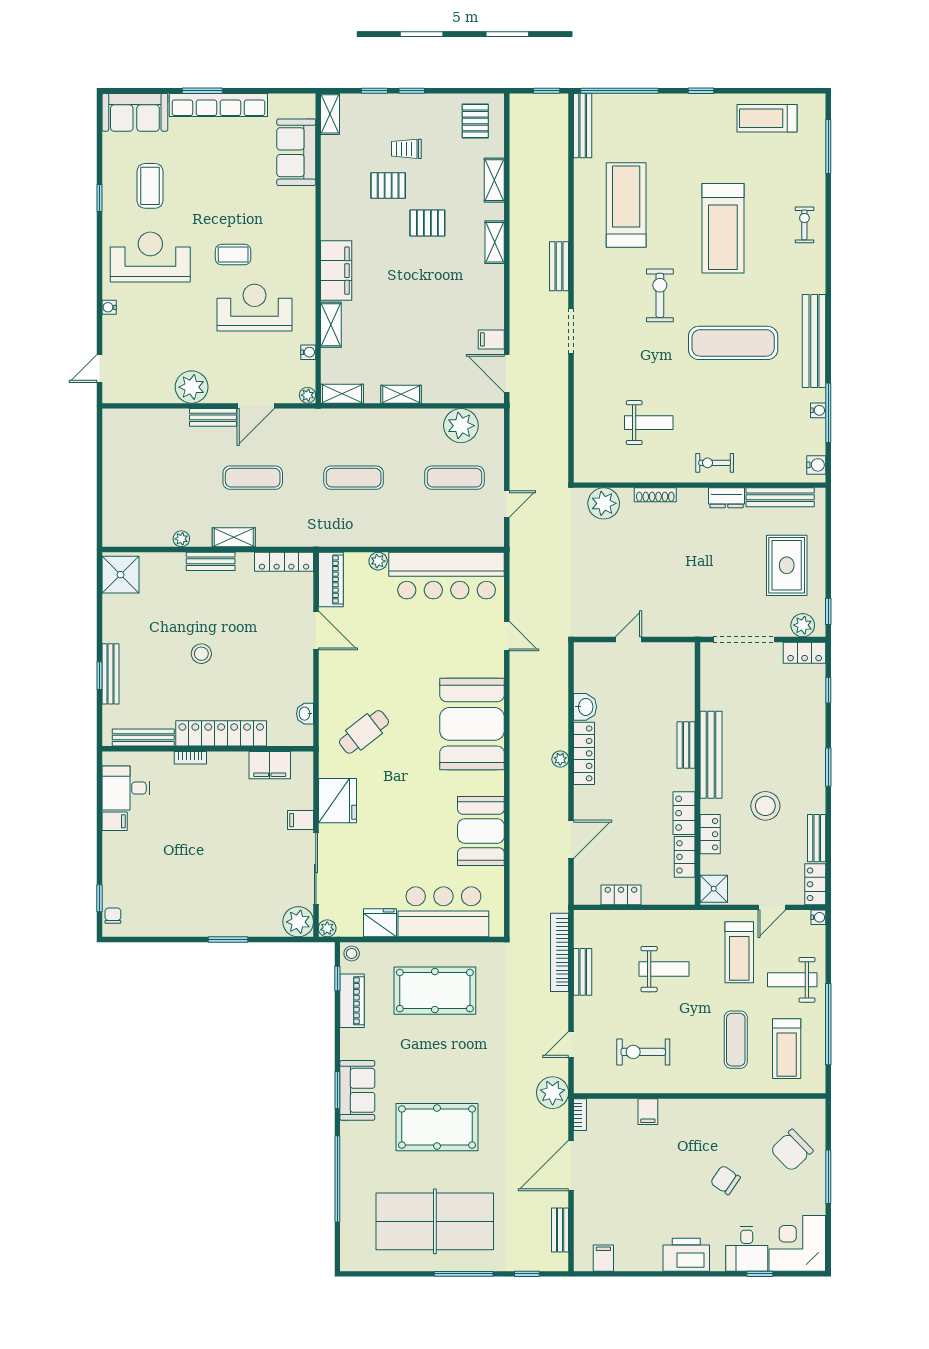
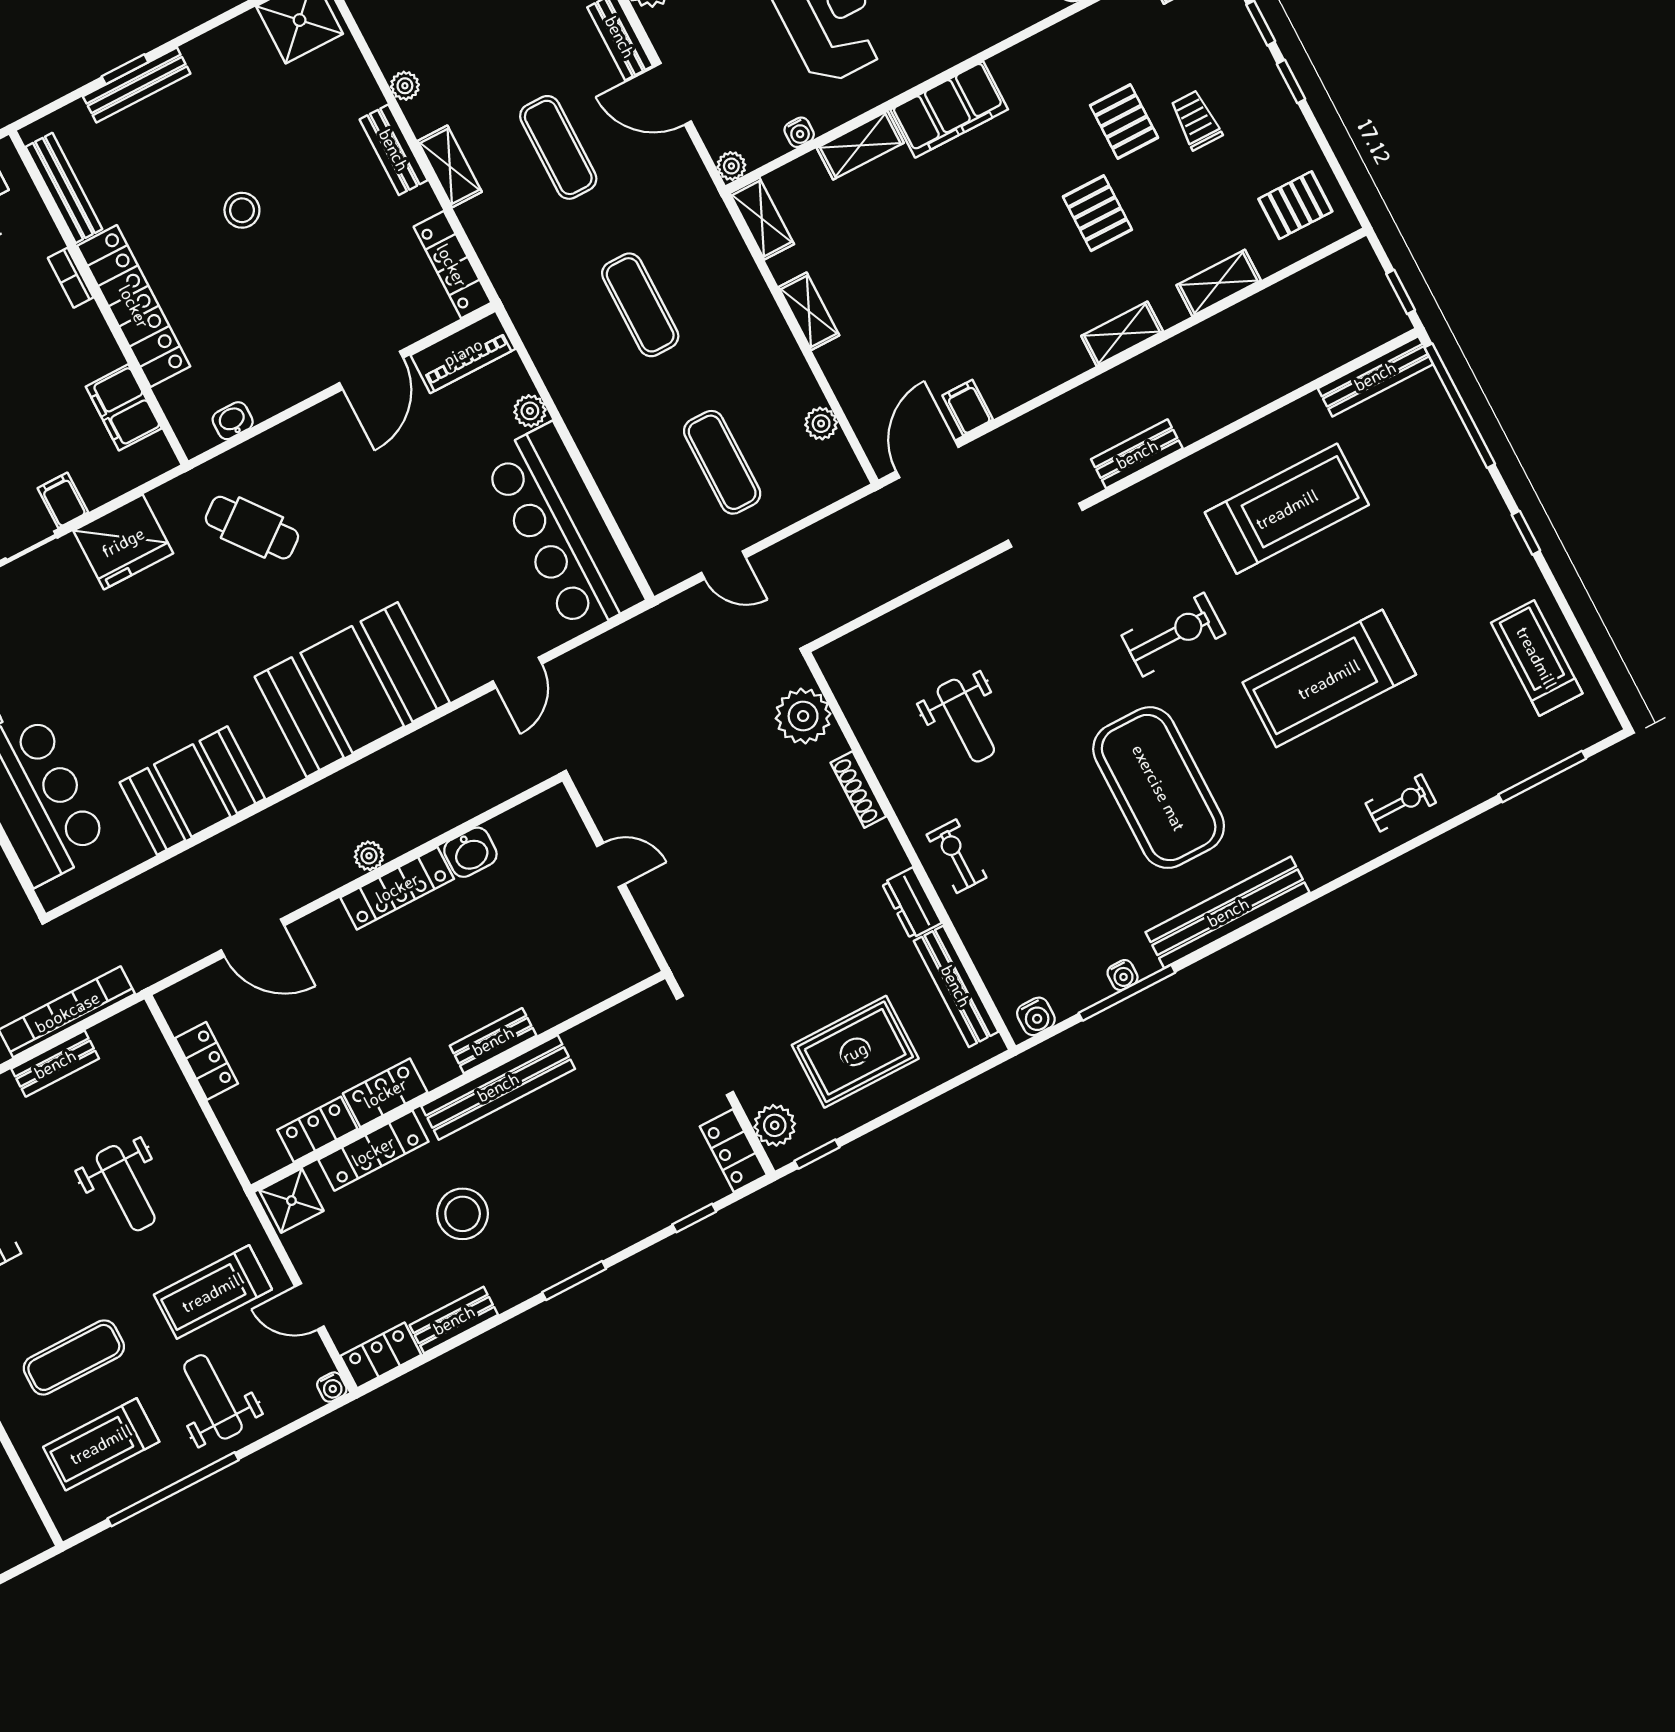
exercise mat: (733, 343) -> (1159, 788), width x1.47
plant: (461, 426) -> (821, 424), width x0.53, depth x0.53
locker: (710, 834) -> (373, 1151), width x1.53

